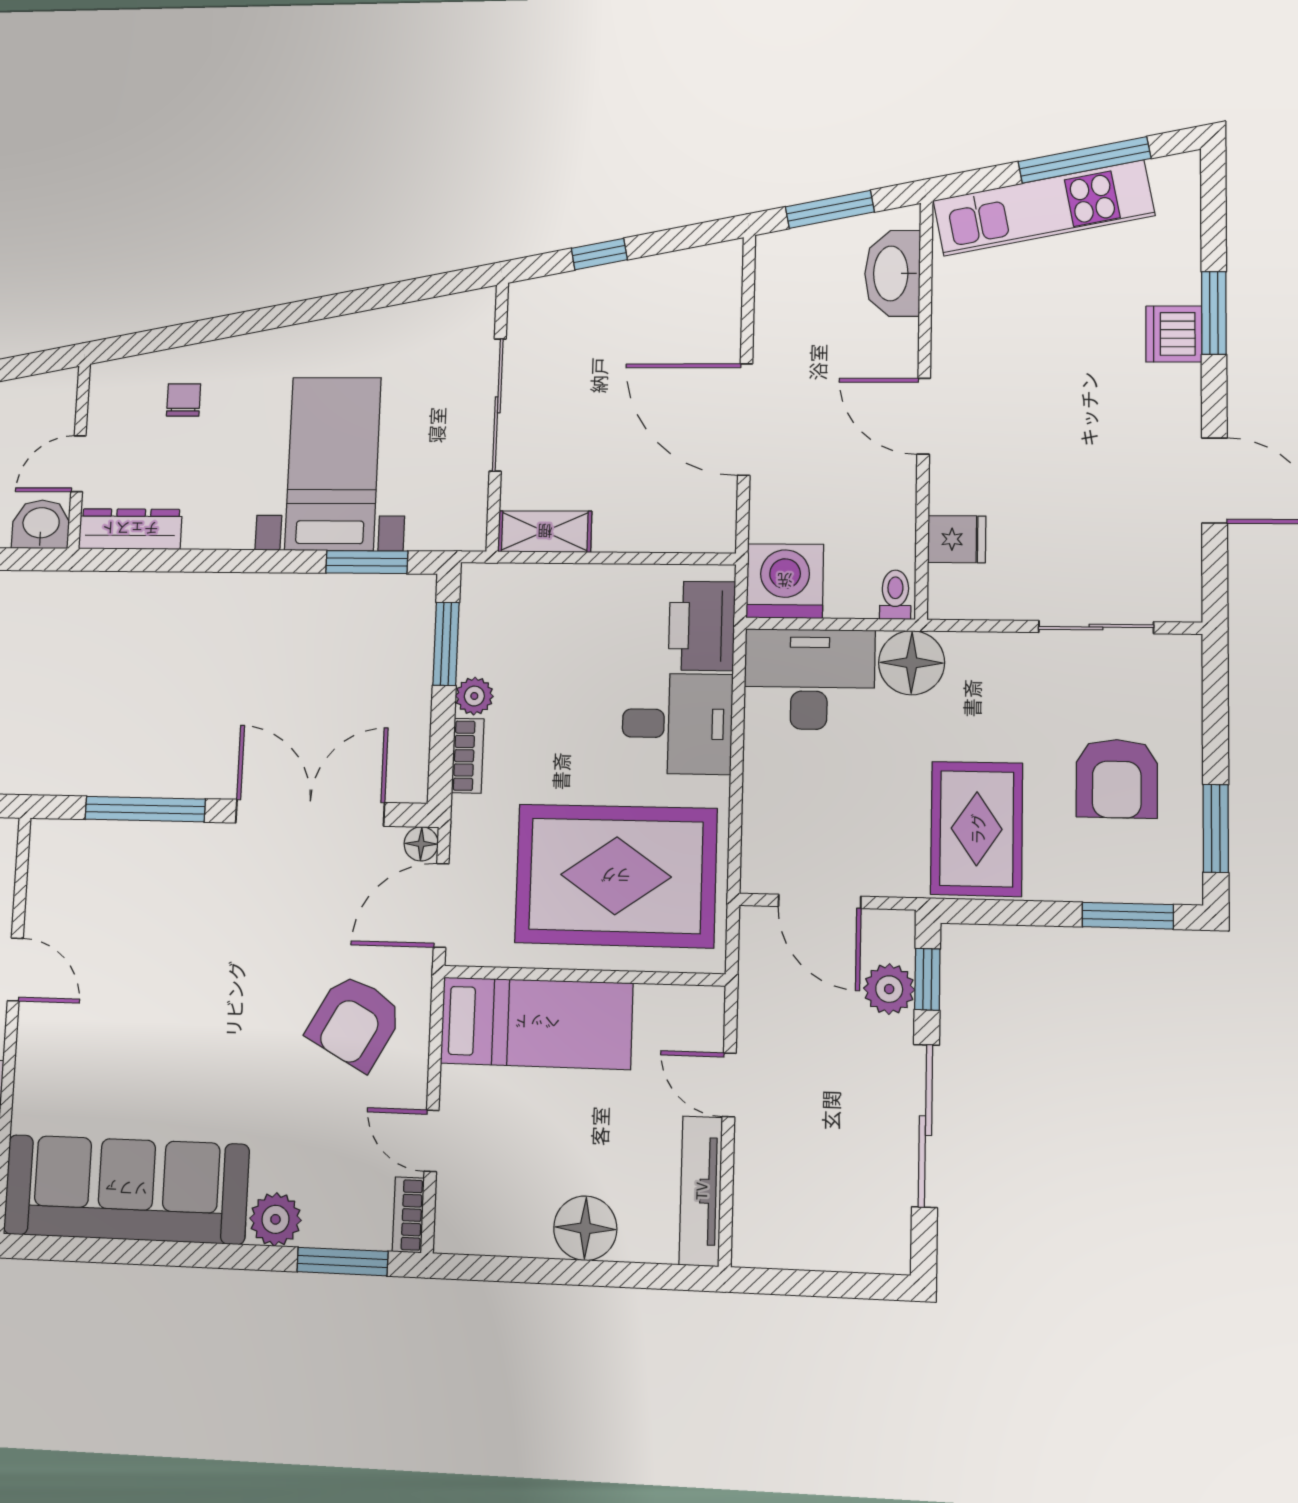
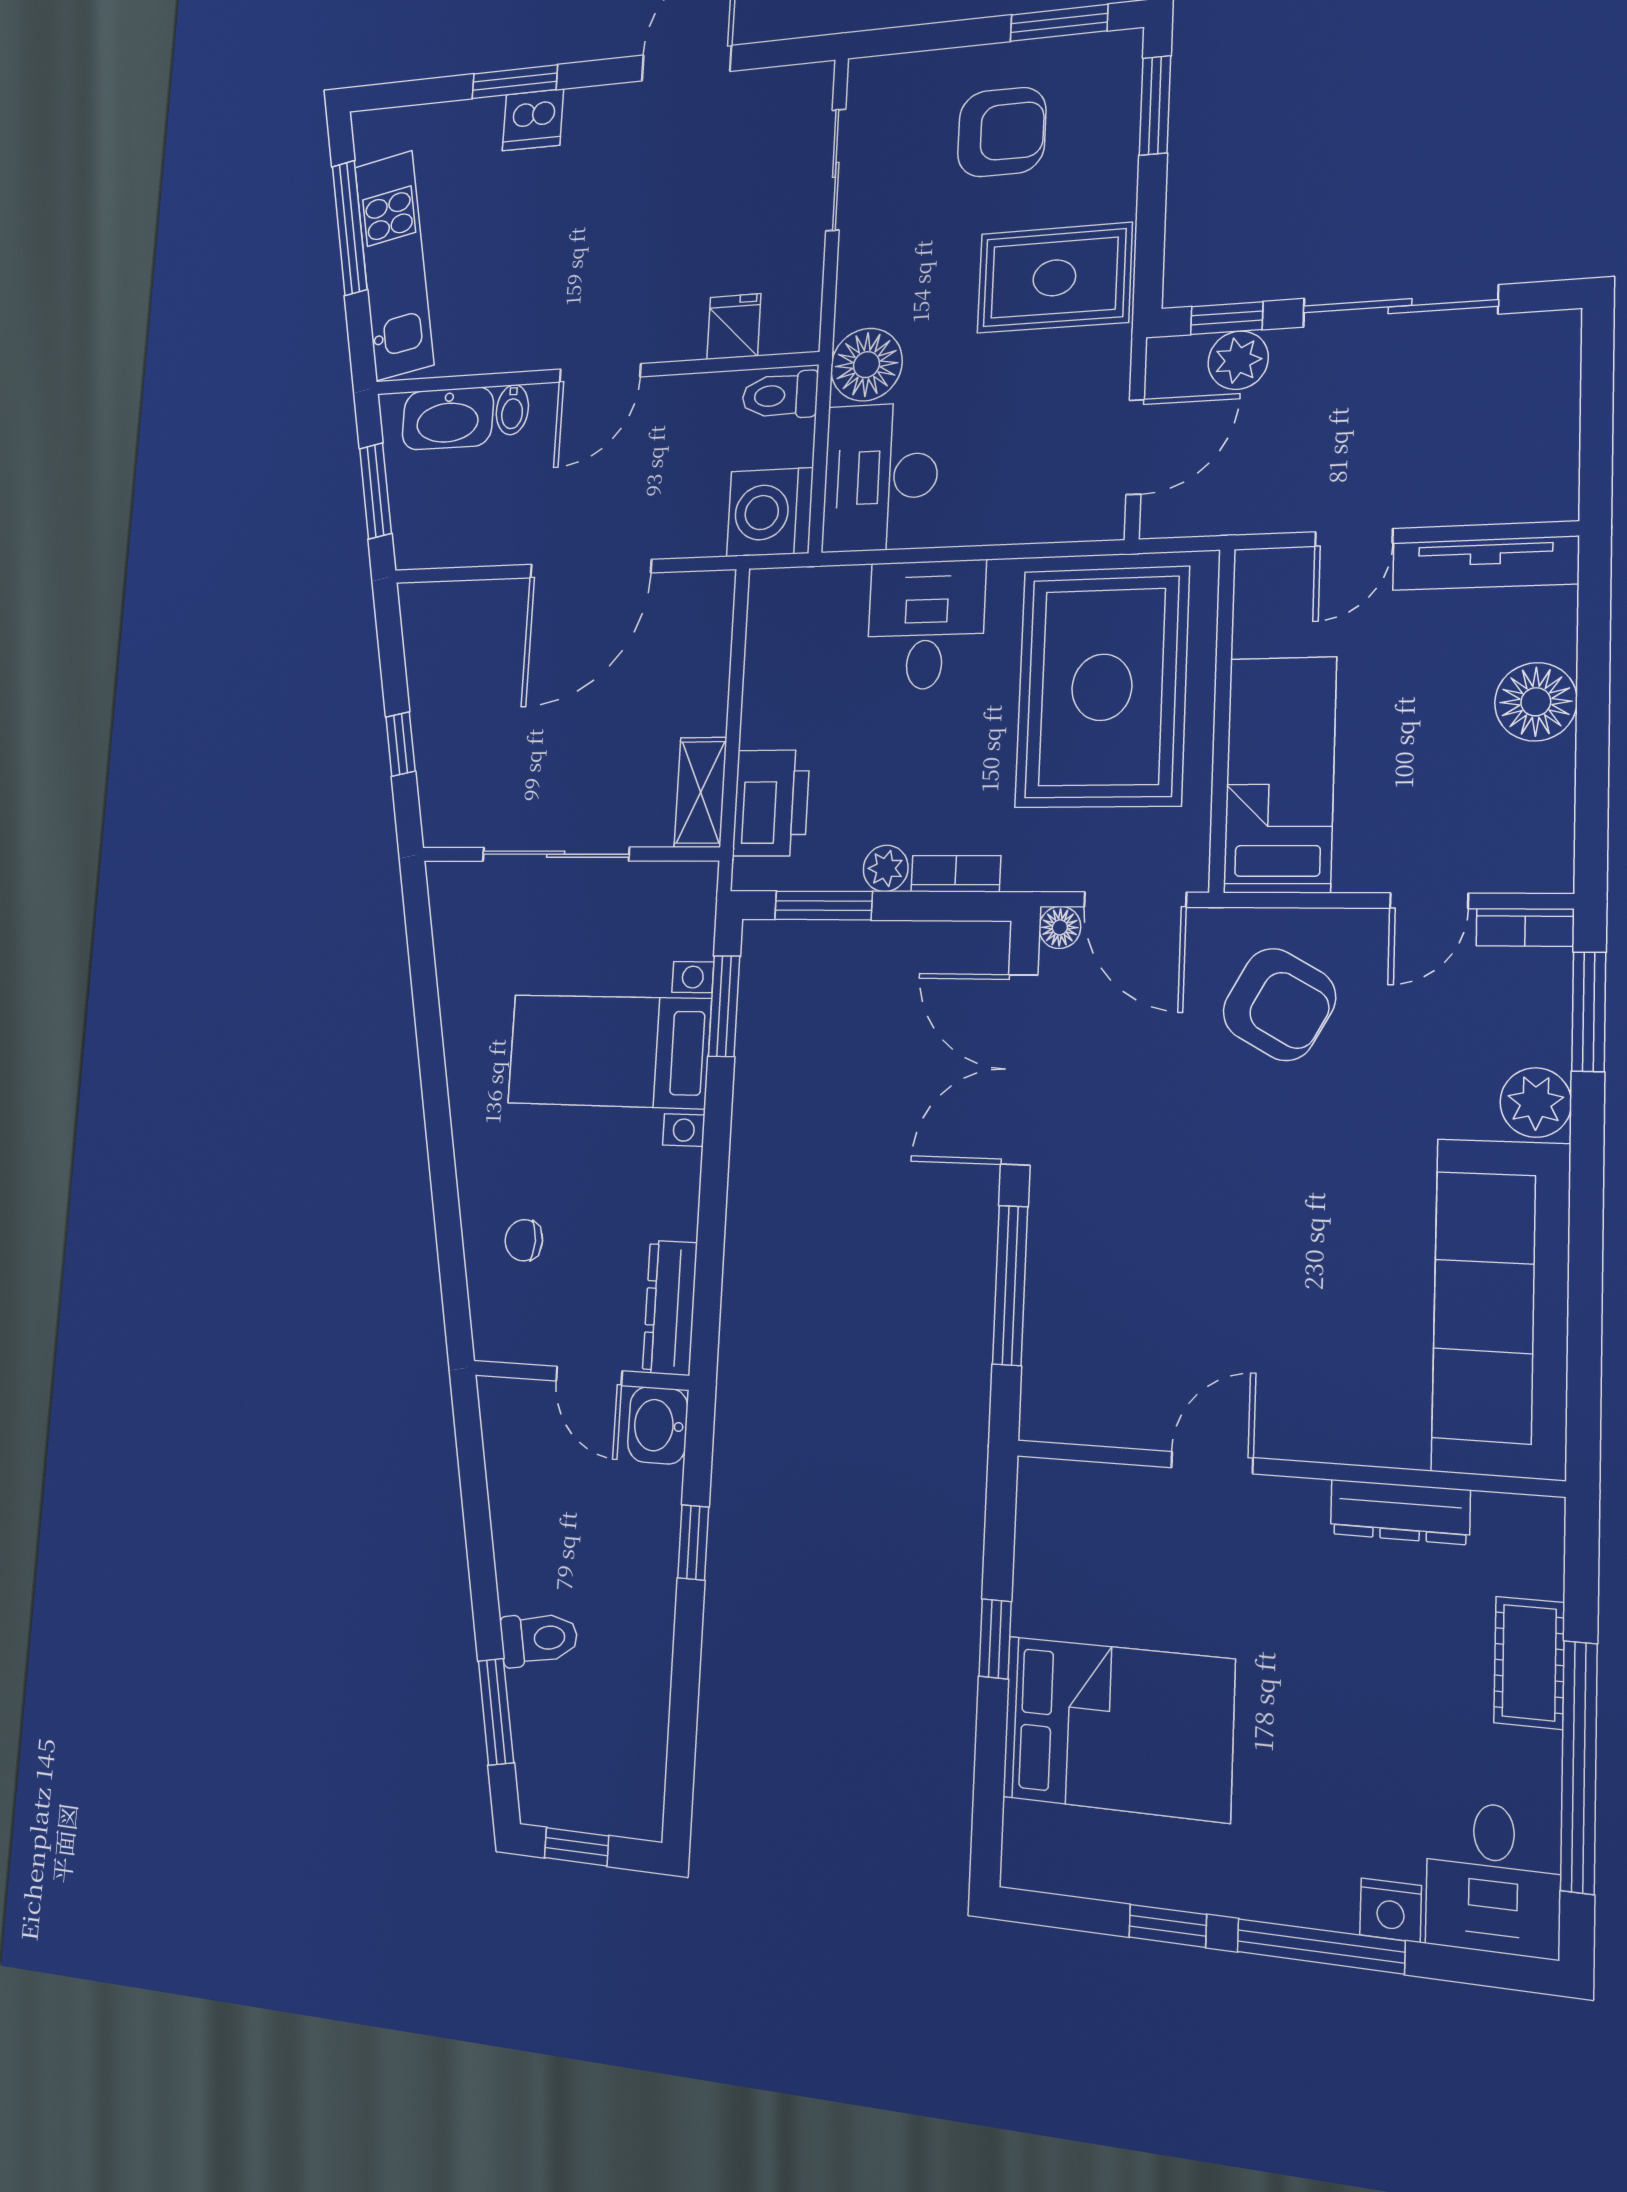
bidet: (896, 335) -> (512, 410), added
toilet: (895, 595) -> (780, 395), width x1.37, depth x1.39
printer: (702, 626) -> (771, 803), moved, turned -90

